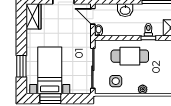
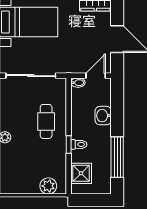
cafe table: (130, 56) -> (46, 121), width x0.73, depth x0.74
side table: (116, 81) -> (15, 104), removed

